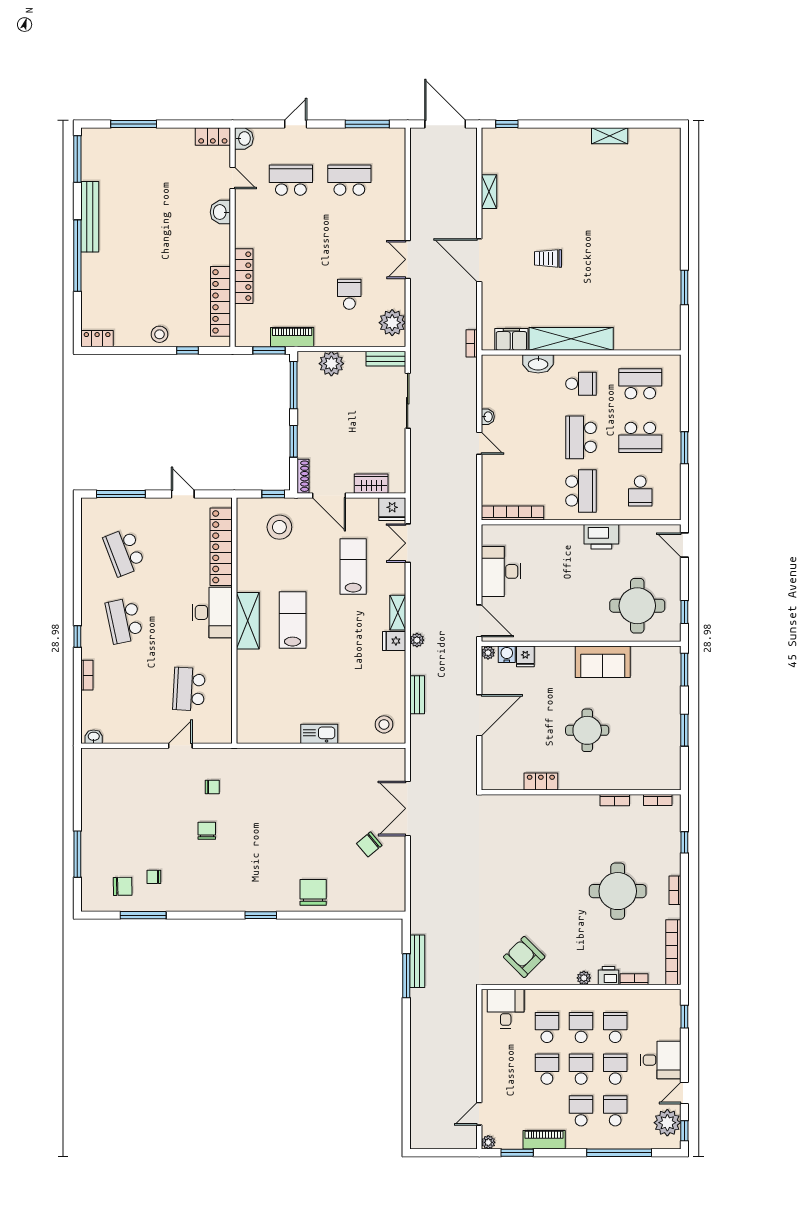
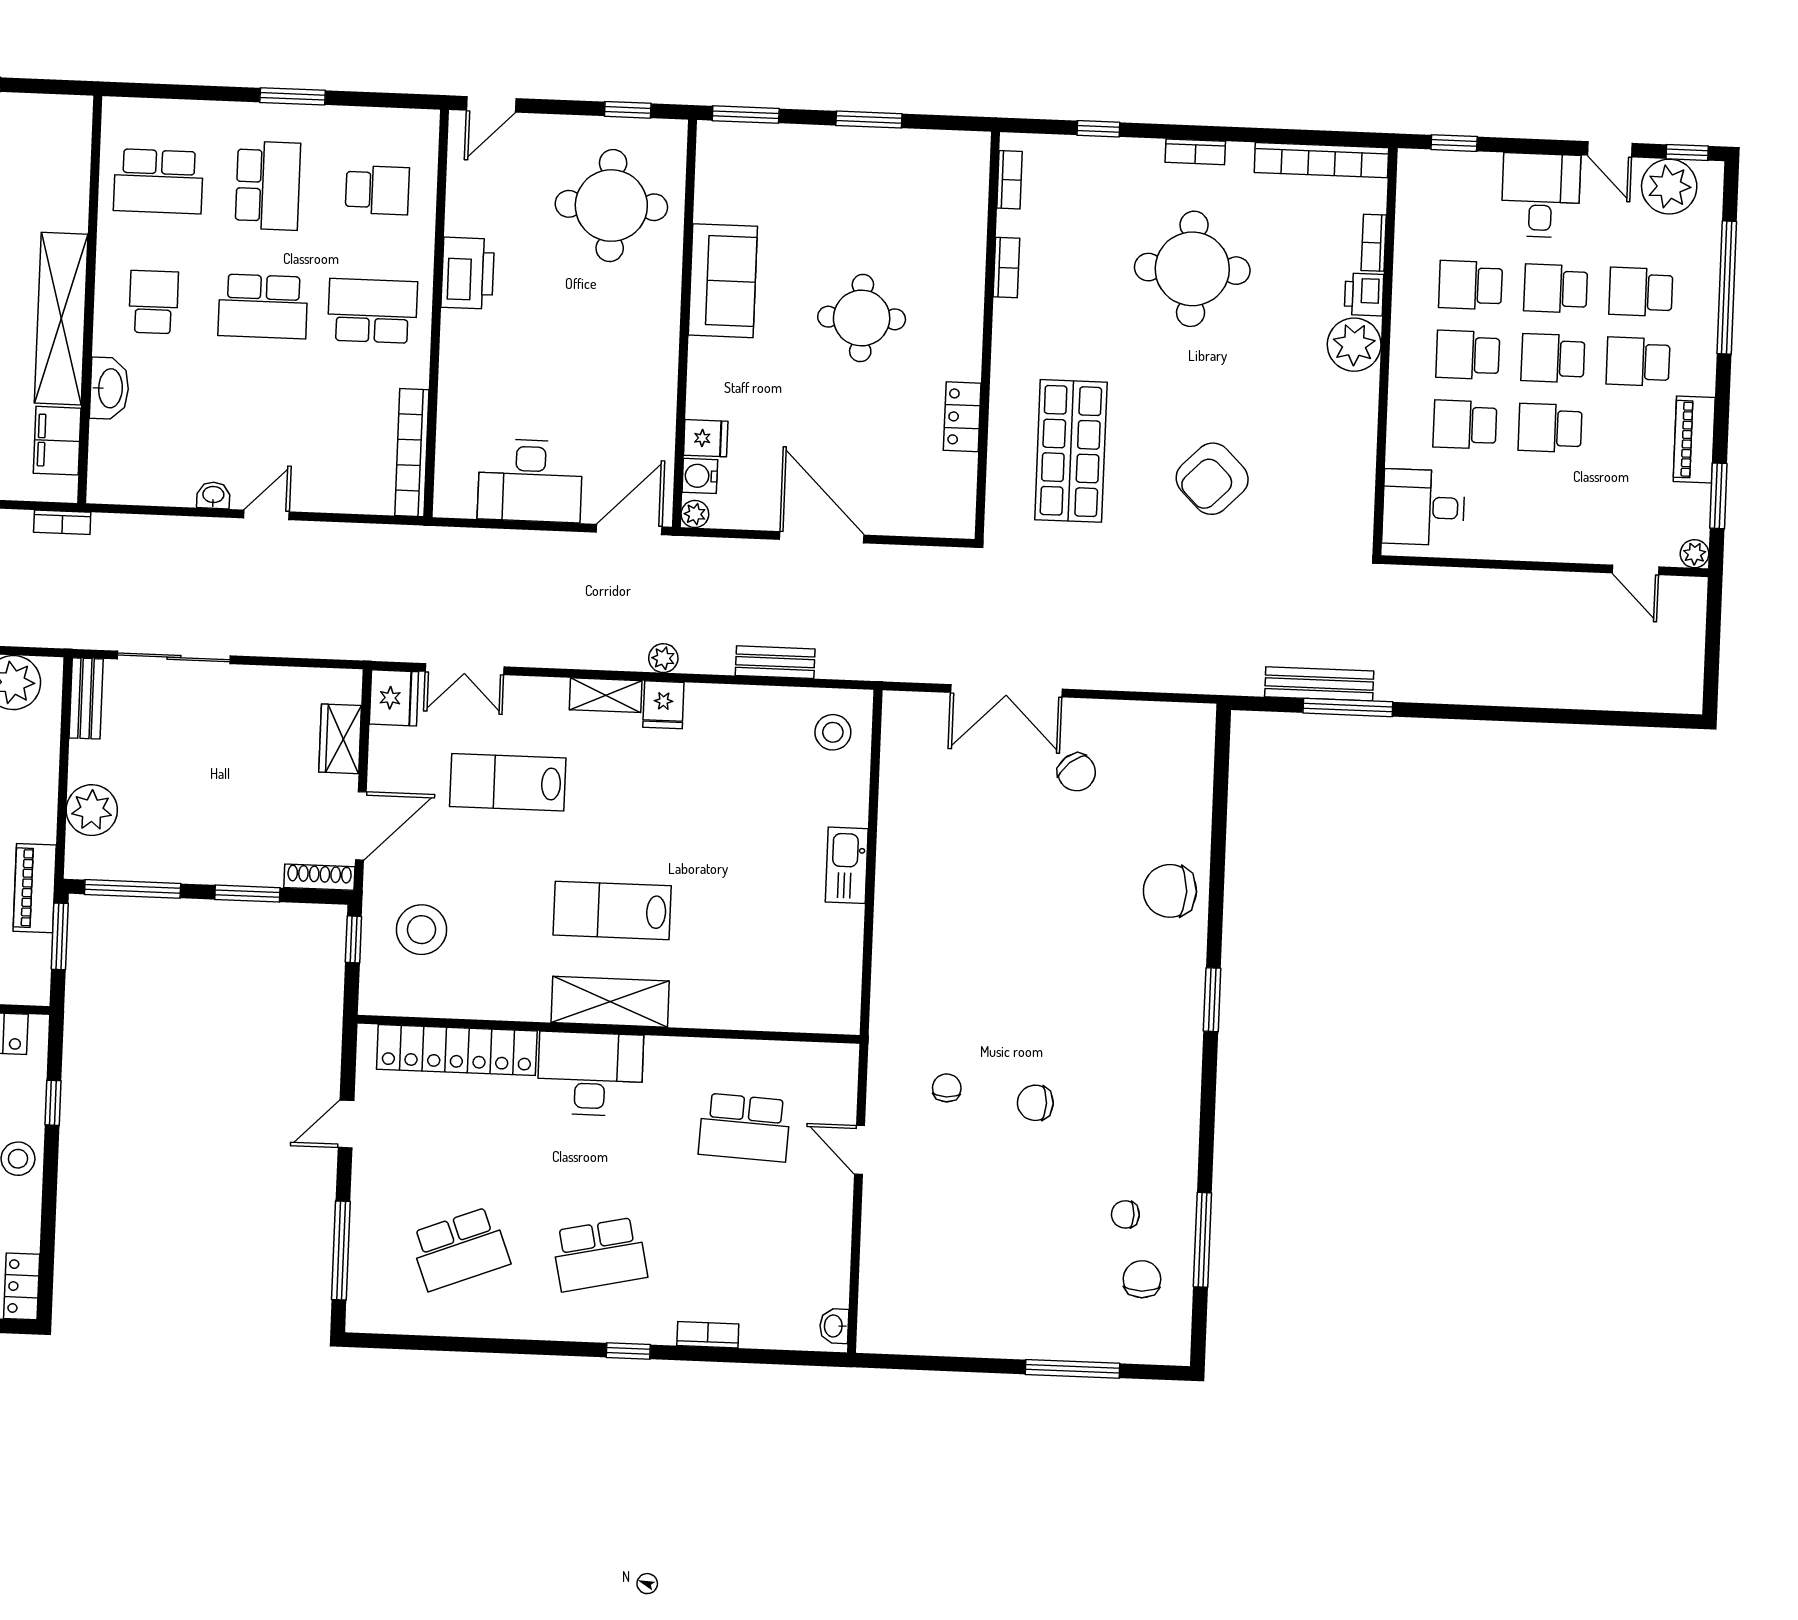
school desk: (640, 384) -> (158, 181), turned -90
shop shelf: (526, 835) -> (1071, 451), added
chair: (154, 877) -> (1125, 1214), turned 90
armchair: (524, 957) -> (1212, 479), moved
plant: (584, 978) -> (1354, 345), width x1.88, depth x1.88

